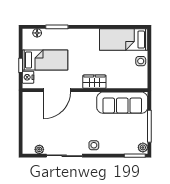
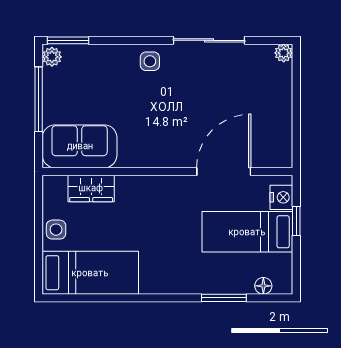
wardrobe: (94, 82) -> (91, 188), moved
sofa: (122, 103) -> (80, 146), width x0.73
plant: (39, 149) -> (284, 53), moved

